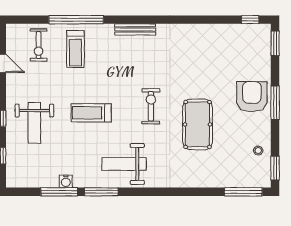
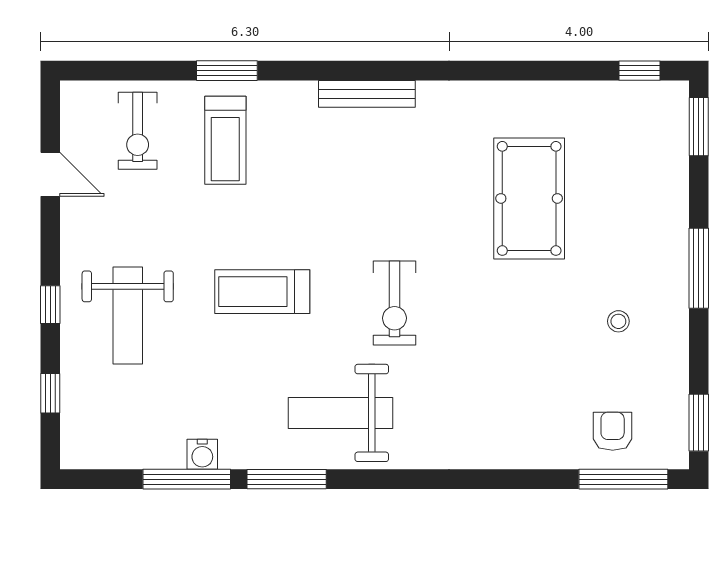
window: (76, 20) -> (227, 71), width x0.47
armchair: (252, 97) -> (613, 431), moved, width x0.53, depth x0.53
exercise bike: (151, 106) -> (394, 303), moved, turned 180
pool table: (198, 124) -> (529, 198), moved
stool: (258, 151) -> (618, 321), moved

